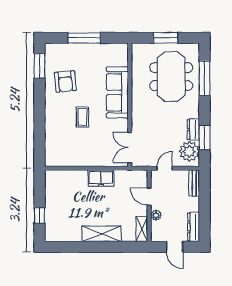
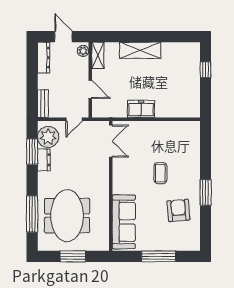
window: (40, 66) -> (206, 192), moved
sofa: (117, 92) -> (124, 222), moved
plant: (156, 215) -> (83, 51), moved

